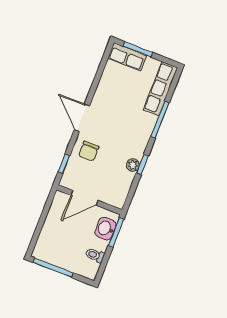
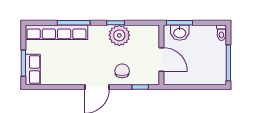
row of seats: (160, 89) -> (56, 32), width x1.36
chair: (89, 151) -> (122, 71), turned -90
plant: (133, 165) -> (119, 35), width x1.87, depth x1.87
toilet: (95, 255) -> (221, 33), moved

